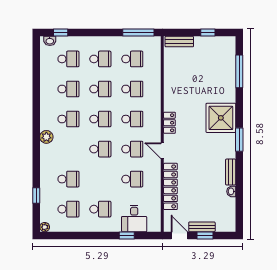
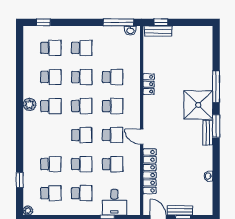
window: (208, 33) -> (161, 22), moved
washbasin: (50, 41) -> (130, 30), moved
school desk: (132, 59) -> (82, 164), moved
window: (239, 71) -> (216, 87), moved
locker: (169, 123) -> (149, 84), moved
plant: (46, 137) -> (30, 104), moved
bench: (231, 172) -> (208, 133), moved

